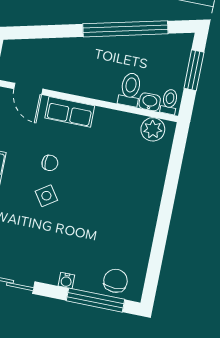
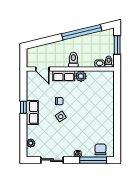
toilet: (130, 89) -> (73, 60), moved
plant: (153, 129) -> (81, 76), moved

